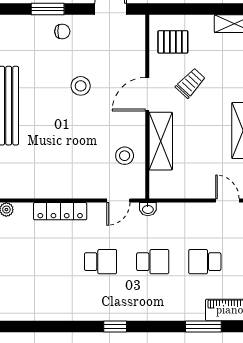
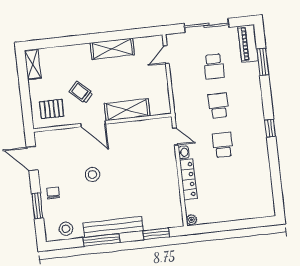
pallet: (173, 42) -> (52, 109), turned 90
stool: (125, 156) -> (66, 229), moved
washbasin: (148, 209) -> (184, 152), moved

